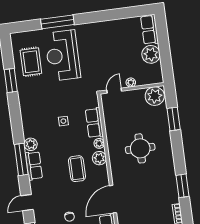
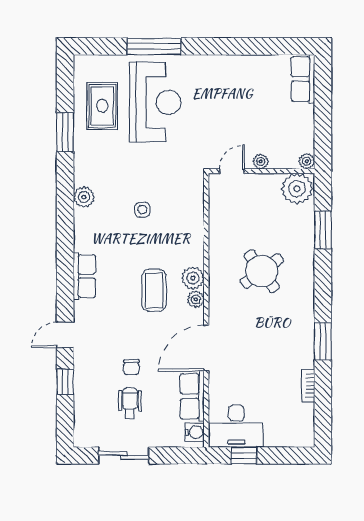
plant: (151, 54) -> (307, 161), moved, width x0.53, depth x0.53
reception desk: (63, 55) -> (155, 102), turned 180
row of seats: (94, 123) -> (192, 219), removed
plant: (99, 143) -> (196, 299), moved
plant: (31, 144) -> (84, 197), moved
round table: (140, 148) -> (262, 271), turned -36
window: (21, 159) -> (65, 263), removed

